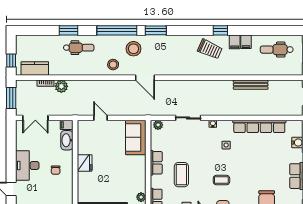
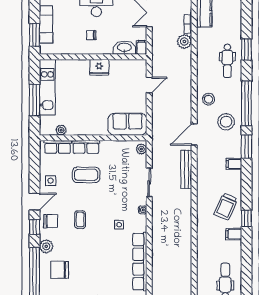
filing cabinet: (246, 42) -> (234, 164), moved
bench: (251, 85) -> (186, 169), moved
row of seats: (156, 163) -> (86, 147), moved

